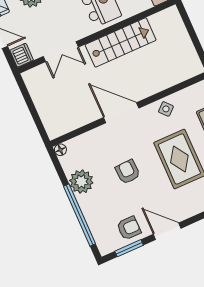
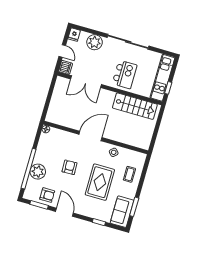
stairs: (121, 42) -> (135, 106), moved
double door: (61, 52) -> (86, 82), width x1.37
door: (121, 113) -> (90, 136), hinge flipped
plant: (81, 182) -> (38, 172), moved

